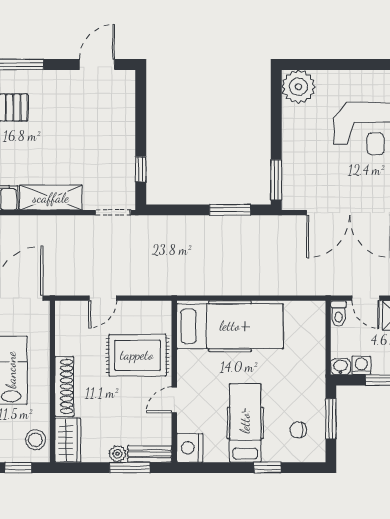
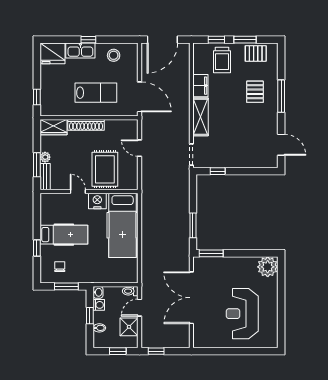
stool: (35, 440) -> (54, 107), removed
nightstand: (190, 448) -> (97, 201), moved

